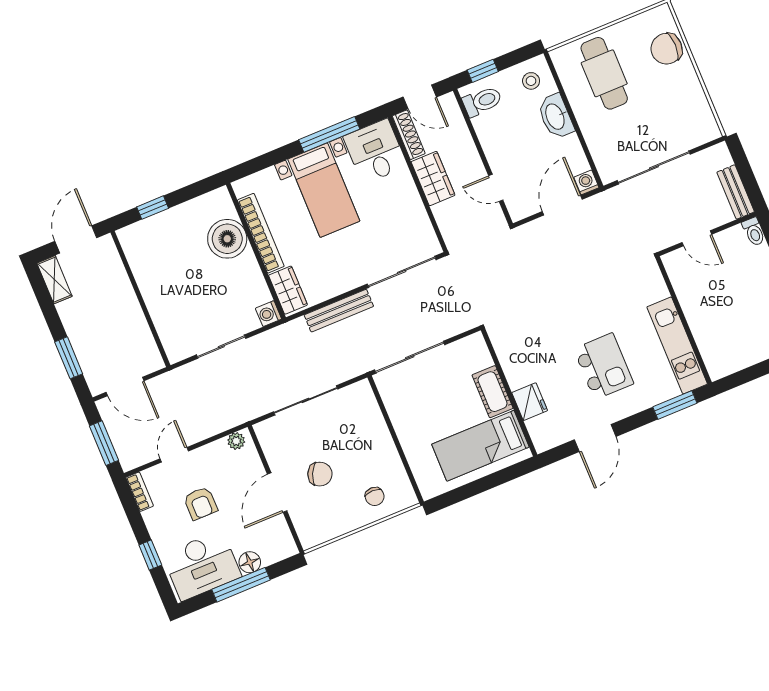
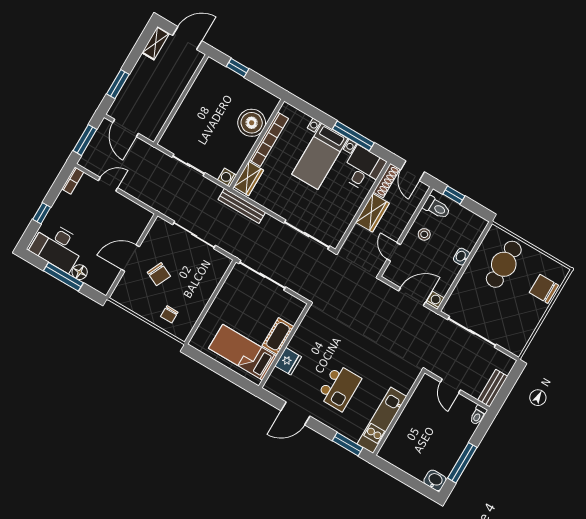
stool: (531, 81) -> (424, 234), moved
washbasin: (556, 116) -> (462, 257), width x0.52, depth x0.69
bench: (339, 311) -> (242, 206), moved
plant: (236, 441) -> (142, 213), removed
armchair: (200, 503) -> (92, 220), removed

